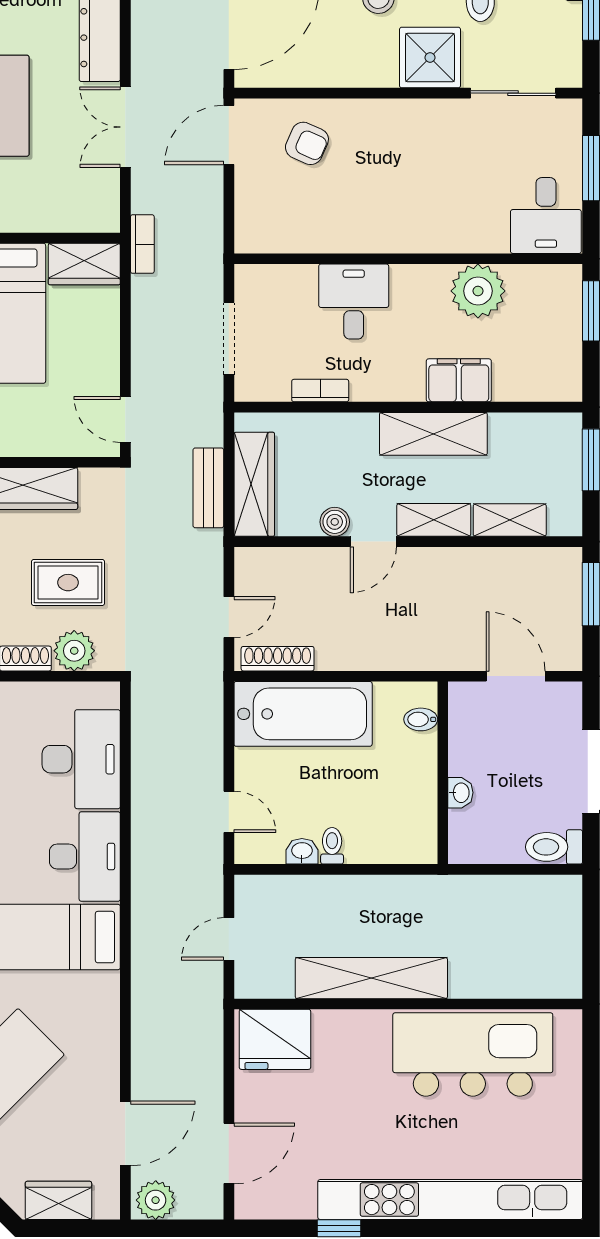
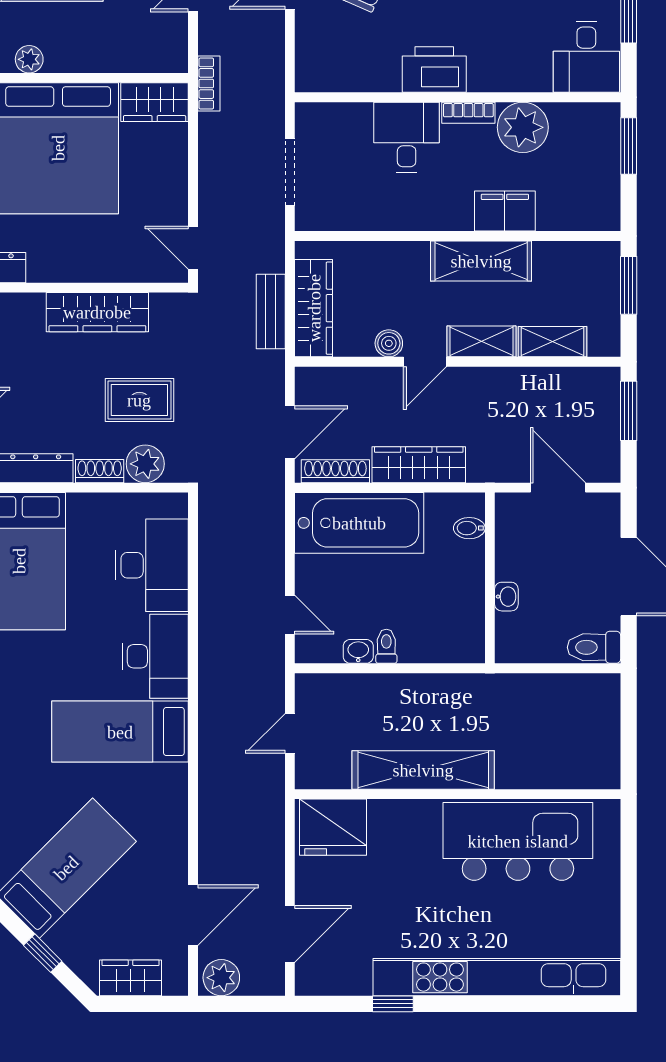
printer: (383, 229) -> (434, 70), added
bookcase: (320, 391) -> (468, 113), moved, turned 180
door: (229, 617) -> (290, 432), width x1.38
wardrobe: (367, 652) -> (419, 465), added

